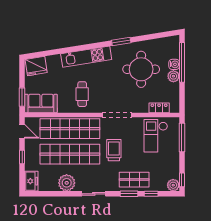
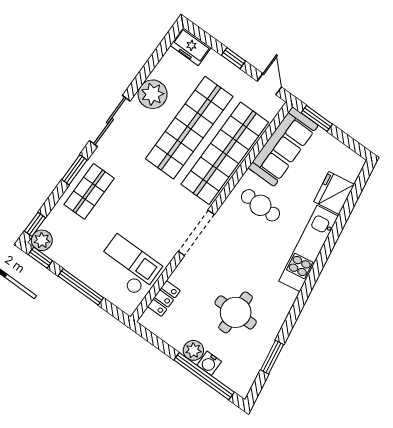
window: (121, 41) -> (272, 357), moved
fridge: (36, 66) -> (334, 193), moved
round table: (141, 69) -> (236, 312), width x0.73, depth x0.73
sofa: (41, 103) -> (283, 147), width x1.36
door: (22, 131) -> (269, 84), swing flipped
window: (182, 137) -> (81, 287), moved
trolley: (114, 150) -> (151, 193), removed
sliding door: (94, 194) -> (110, 121), width x1.37
window: (151, 194) -> (35, 224), moved

